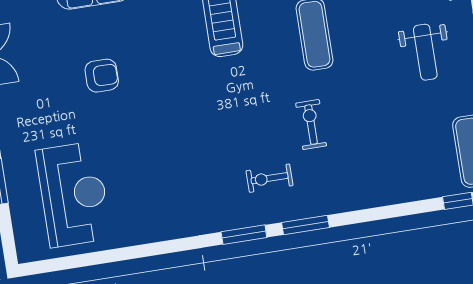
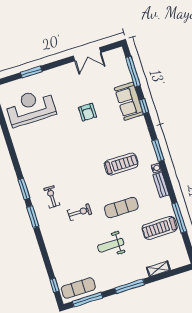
weight bench: (425, 52) -> (111, 245), moved
reception desk: (73, 194) -> (31, 107), turned 180

